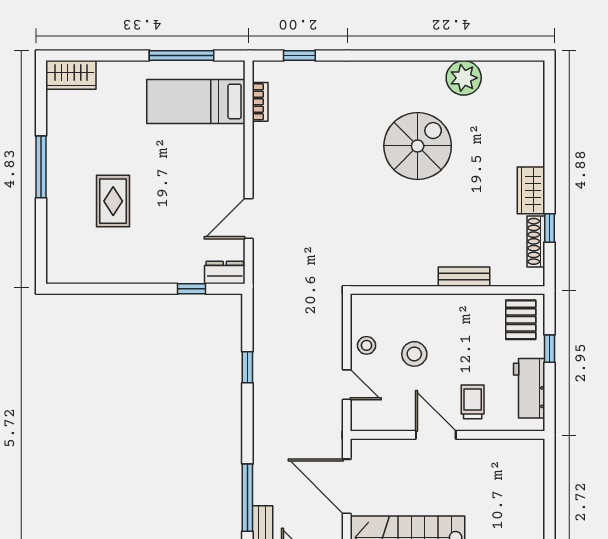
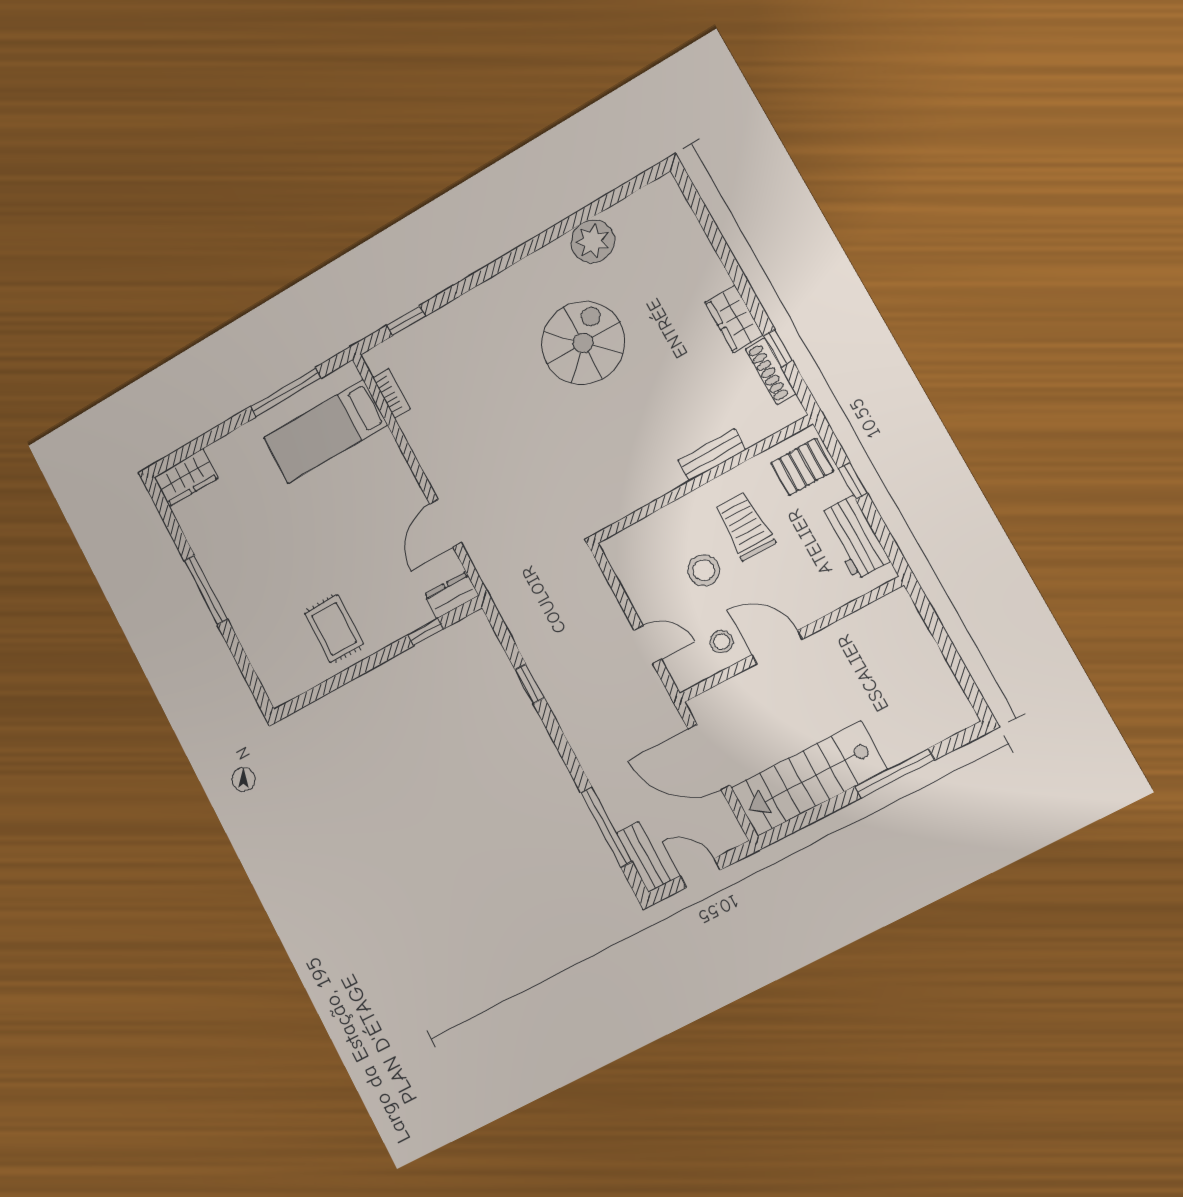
rug: (113, 201) -> (334, 629), moved
pallet: (521, 320) -> (802, 467), turned 90
stool: (366, 345) -> (721, 642), moved
trolley: (473, 402) -> (745, 526), moved, width x1.36, depth x1.39

